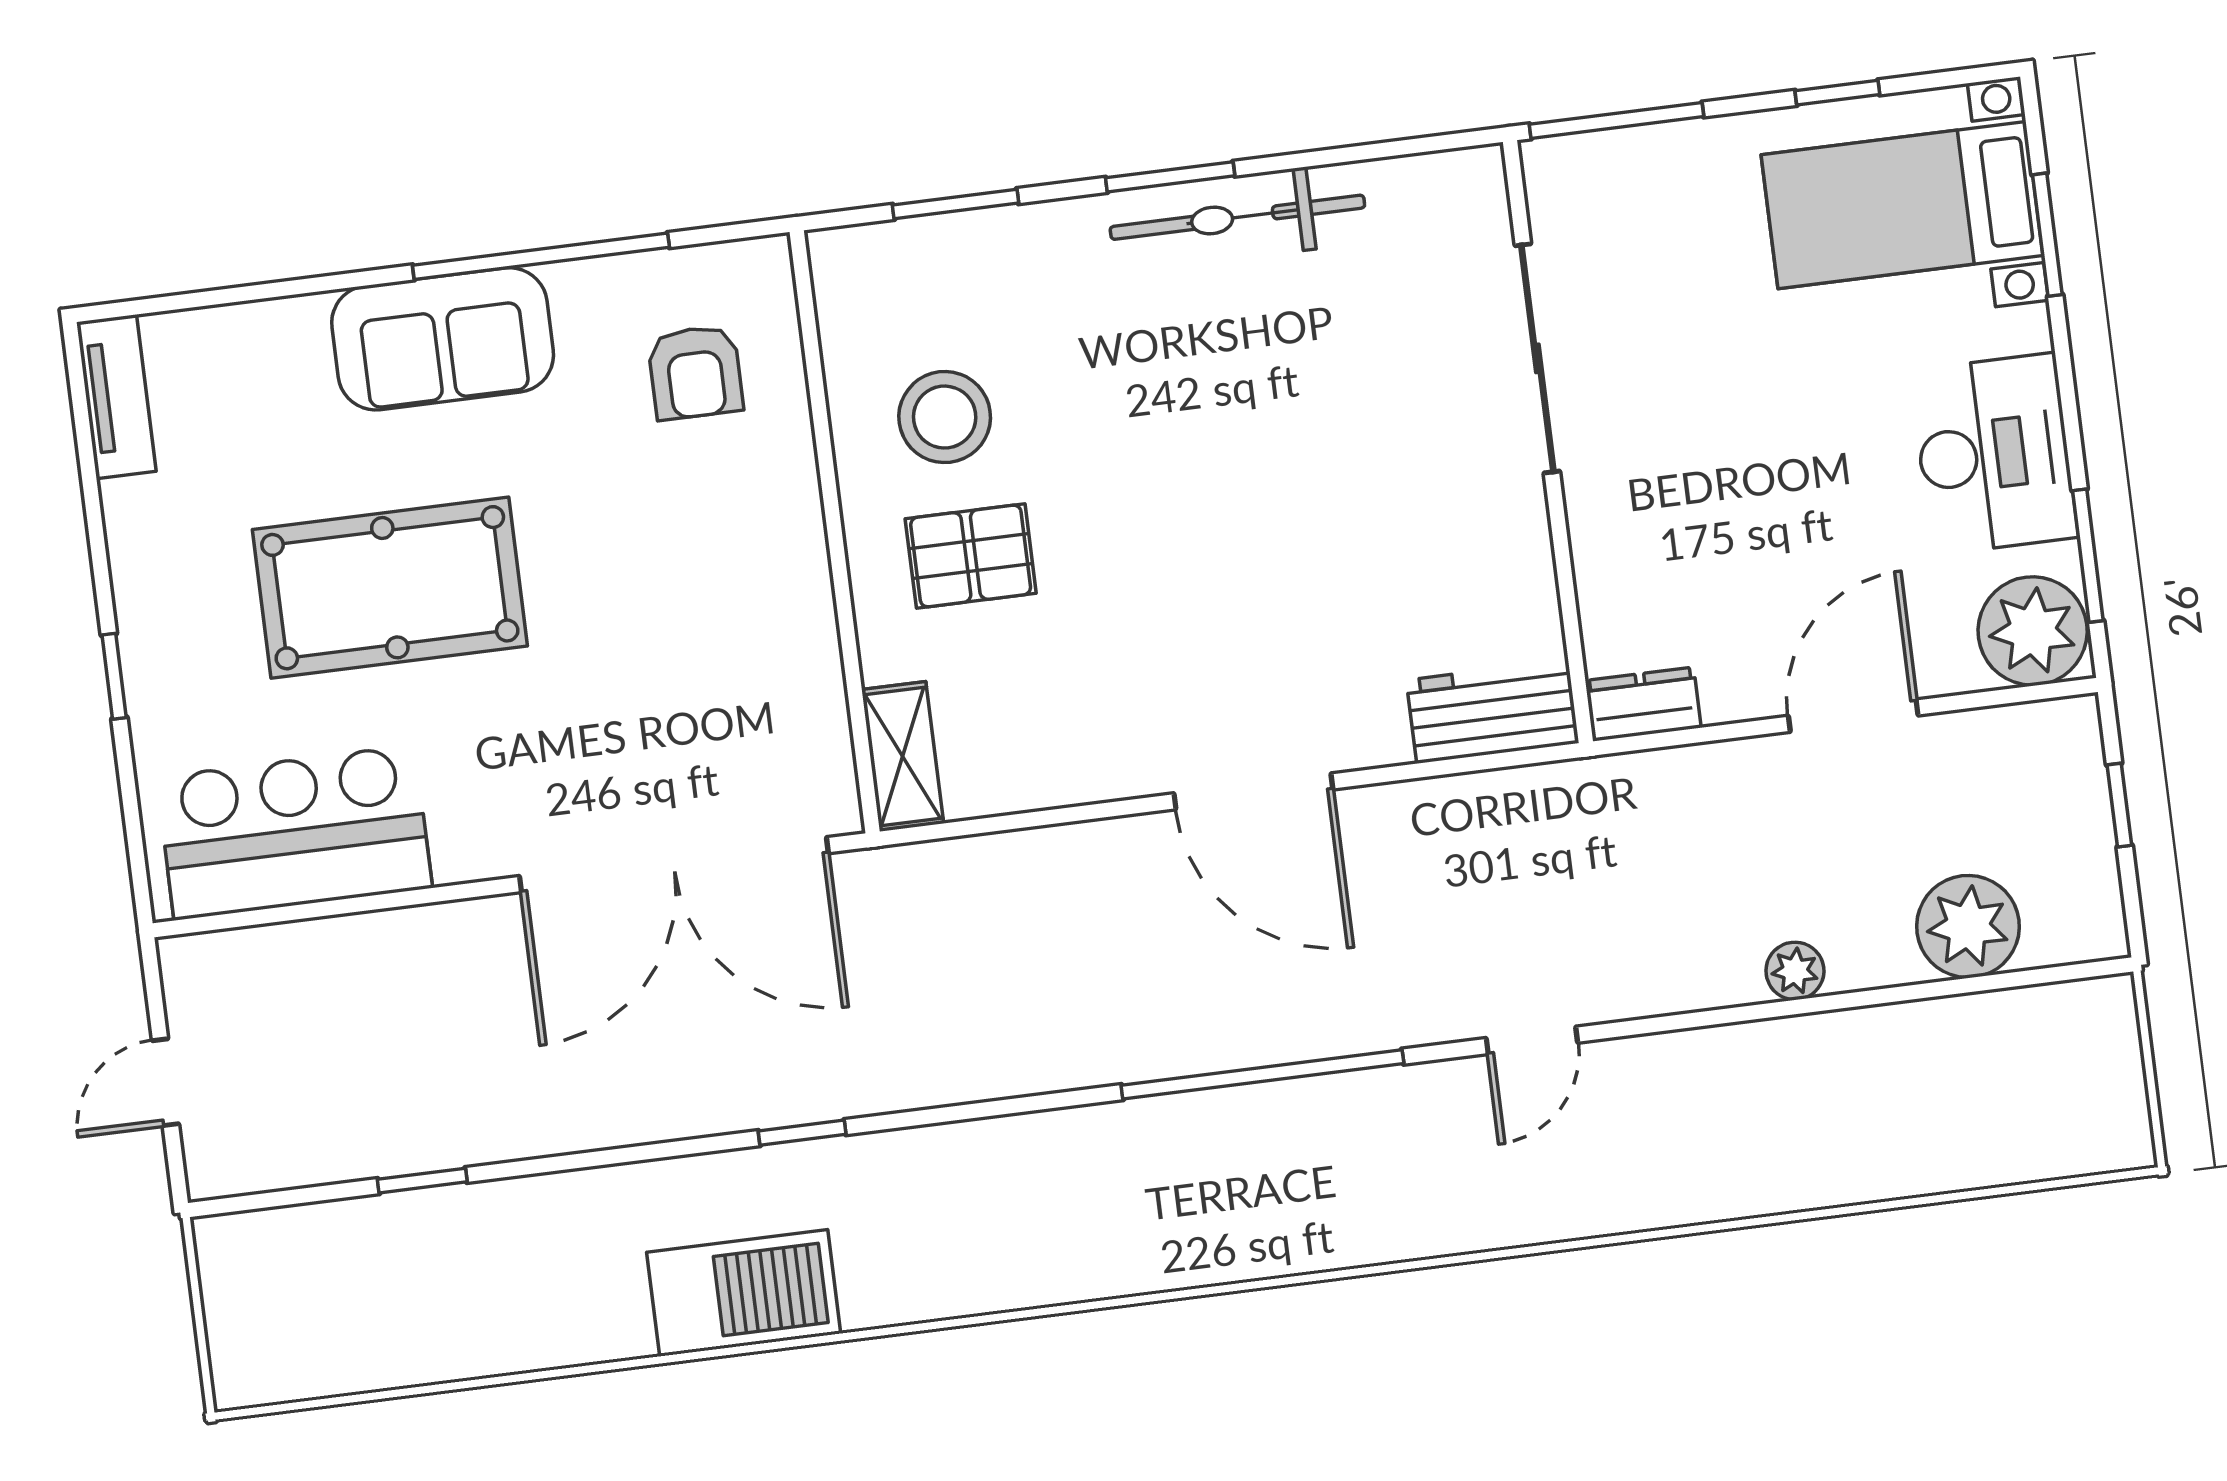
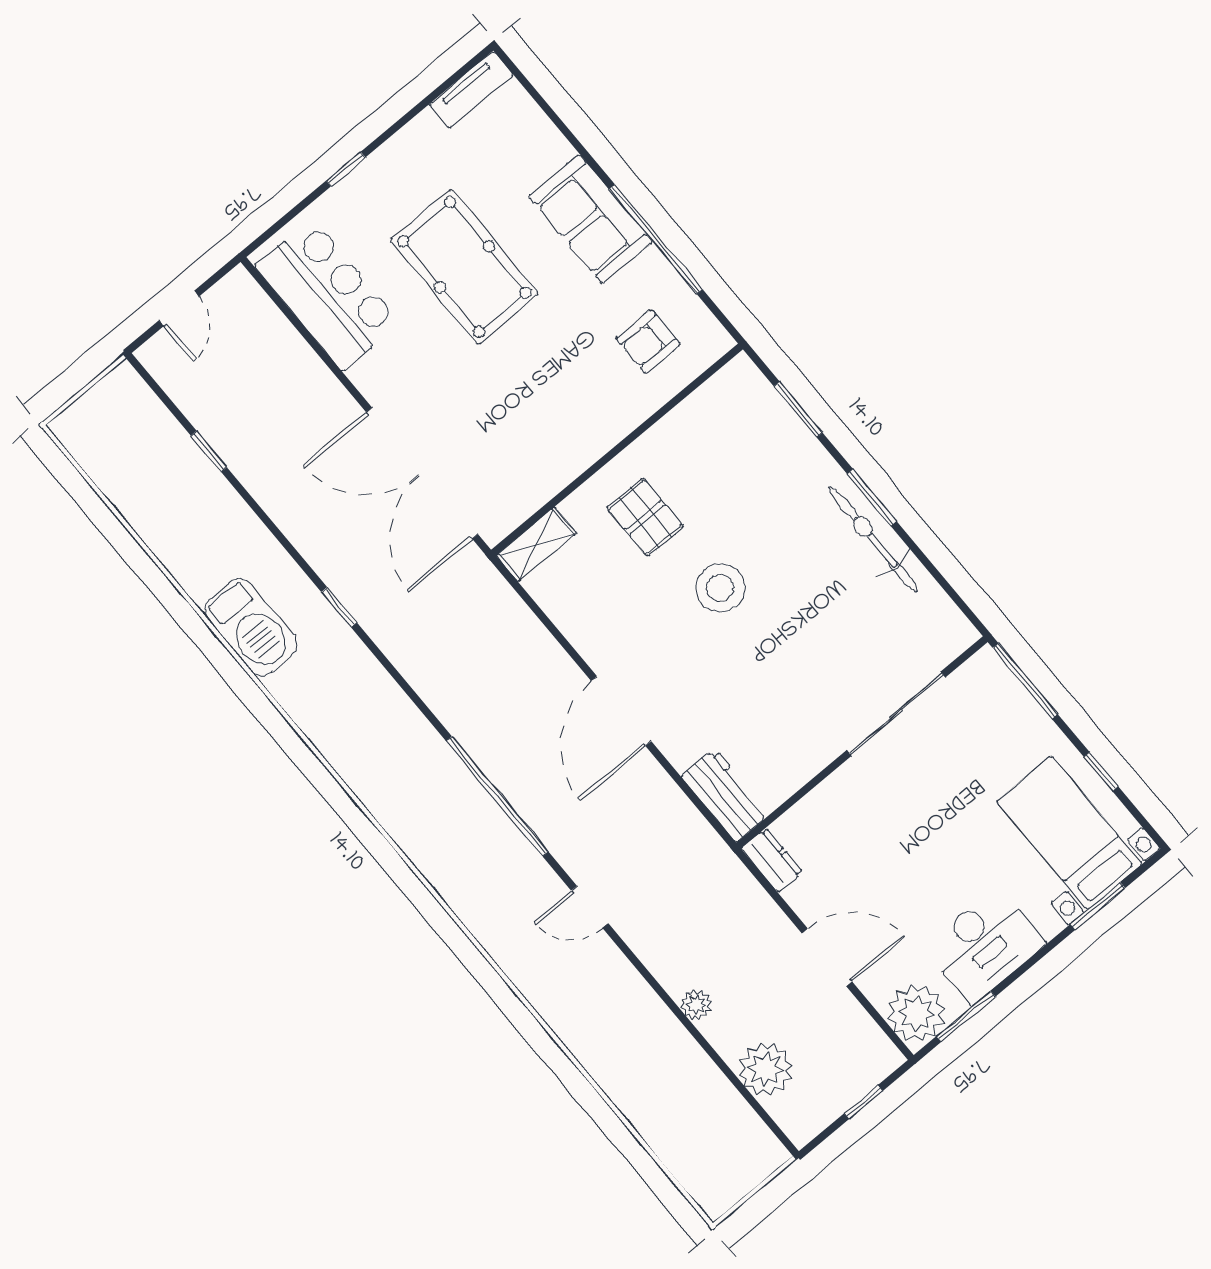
stool: (945, 417) -> (720, 588), moved
door: (165, 1082) -> (179, 308), swing flipped

